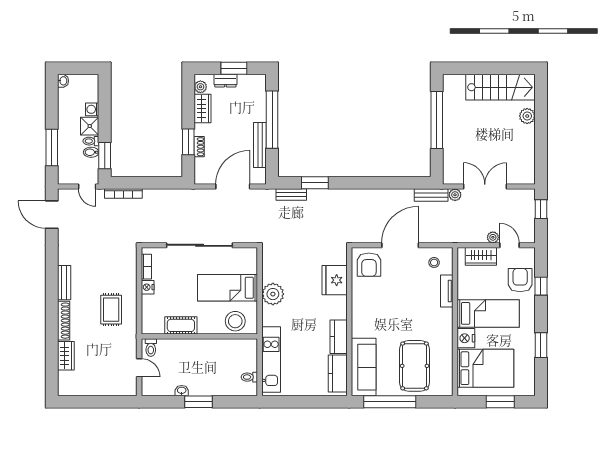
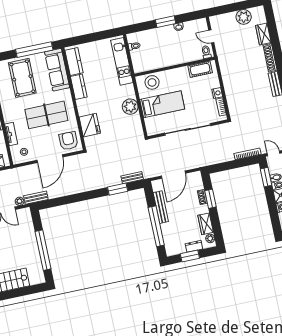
table tennis table: (392, 307) -> (46, 115), added
rug: (111, 310) -> (239, 72), removed
cot: (181, 325) -> (200, 69), moved
plant: (88, 385) -> (244, 17), added

